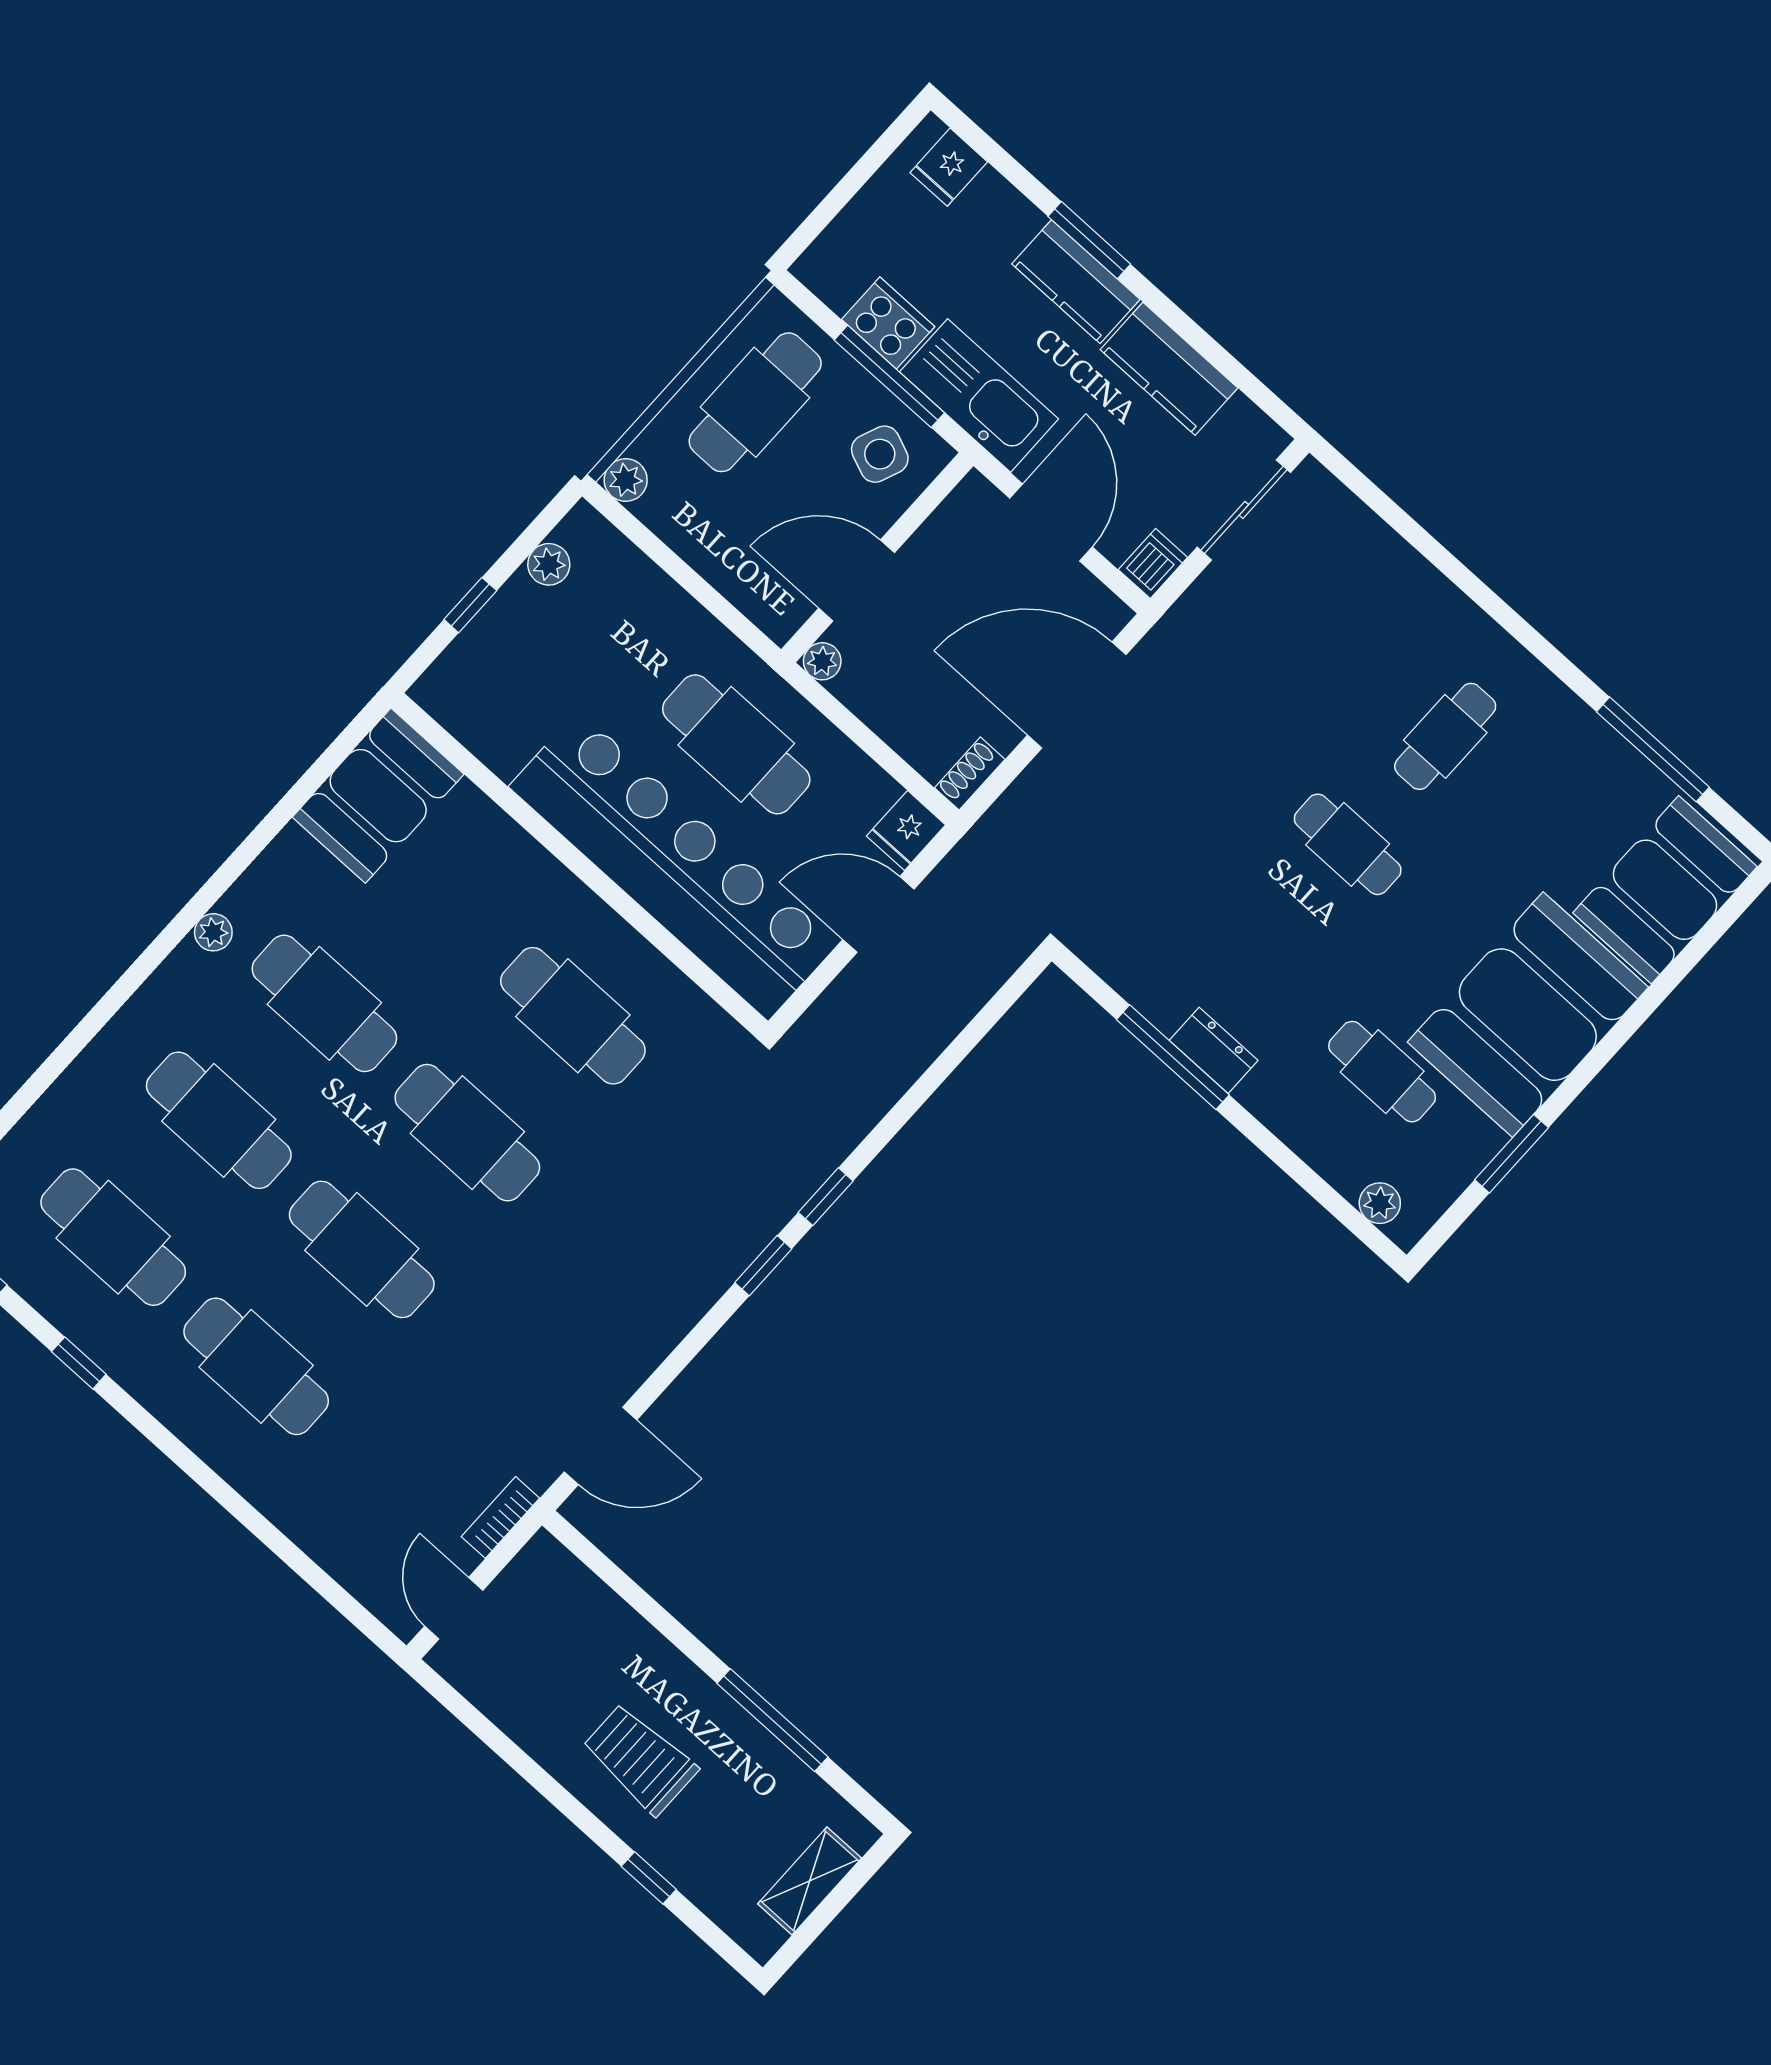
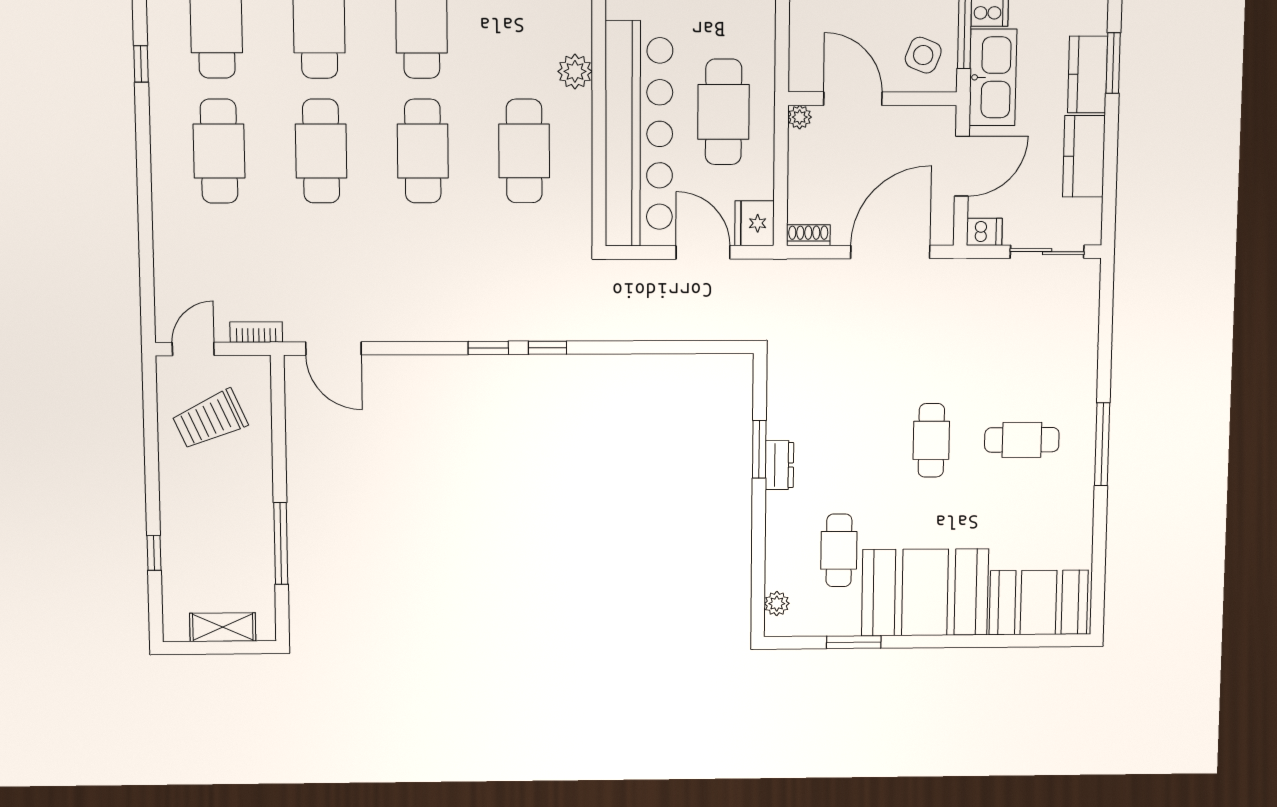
door: (1077, 695) -> (890, 252), hinge flipped
window: (1653, 749) -> (1102, 444), moved
fridge: (906, 831) -> (754, 223), width x1.38
plant: (535, 874) -> (575, 71), added
window: (1173, 1057) -> (759, 449), width x0.69
trolley: (640, 1759) -> (210, 419), moved, turned -114

